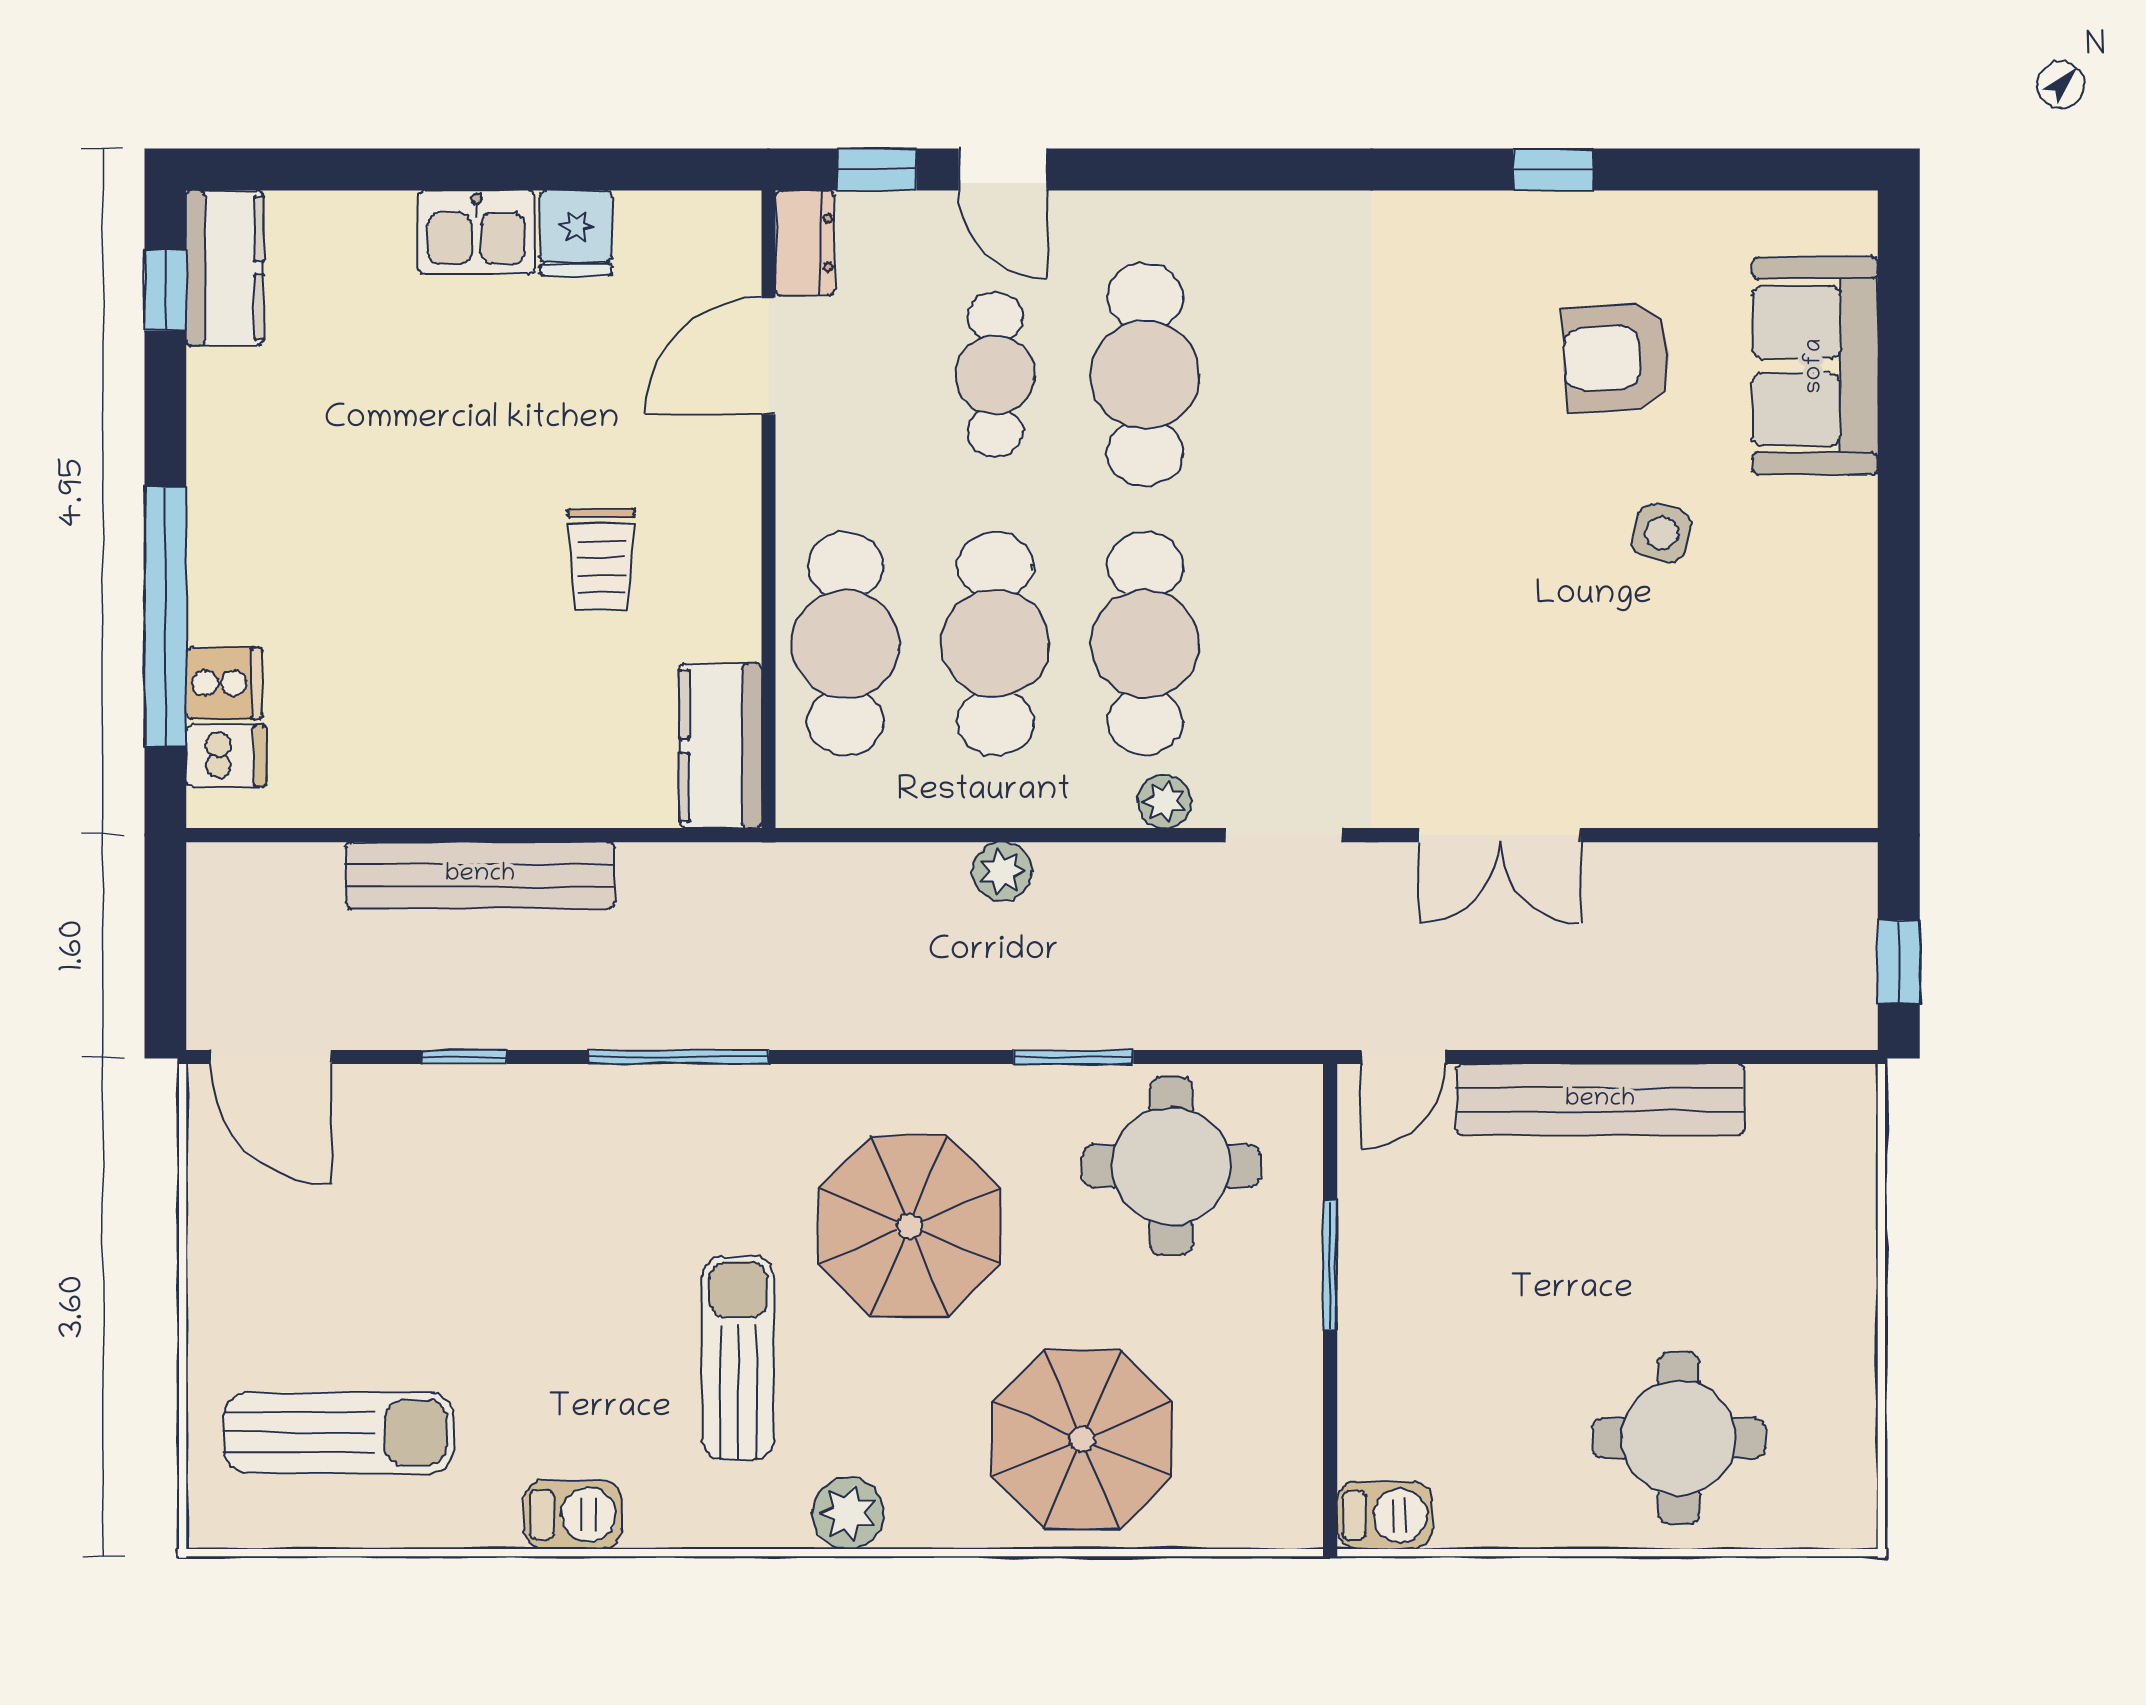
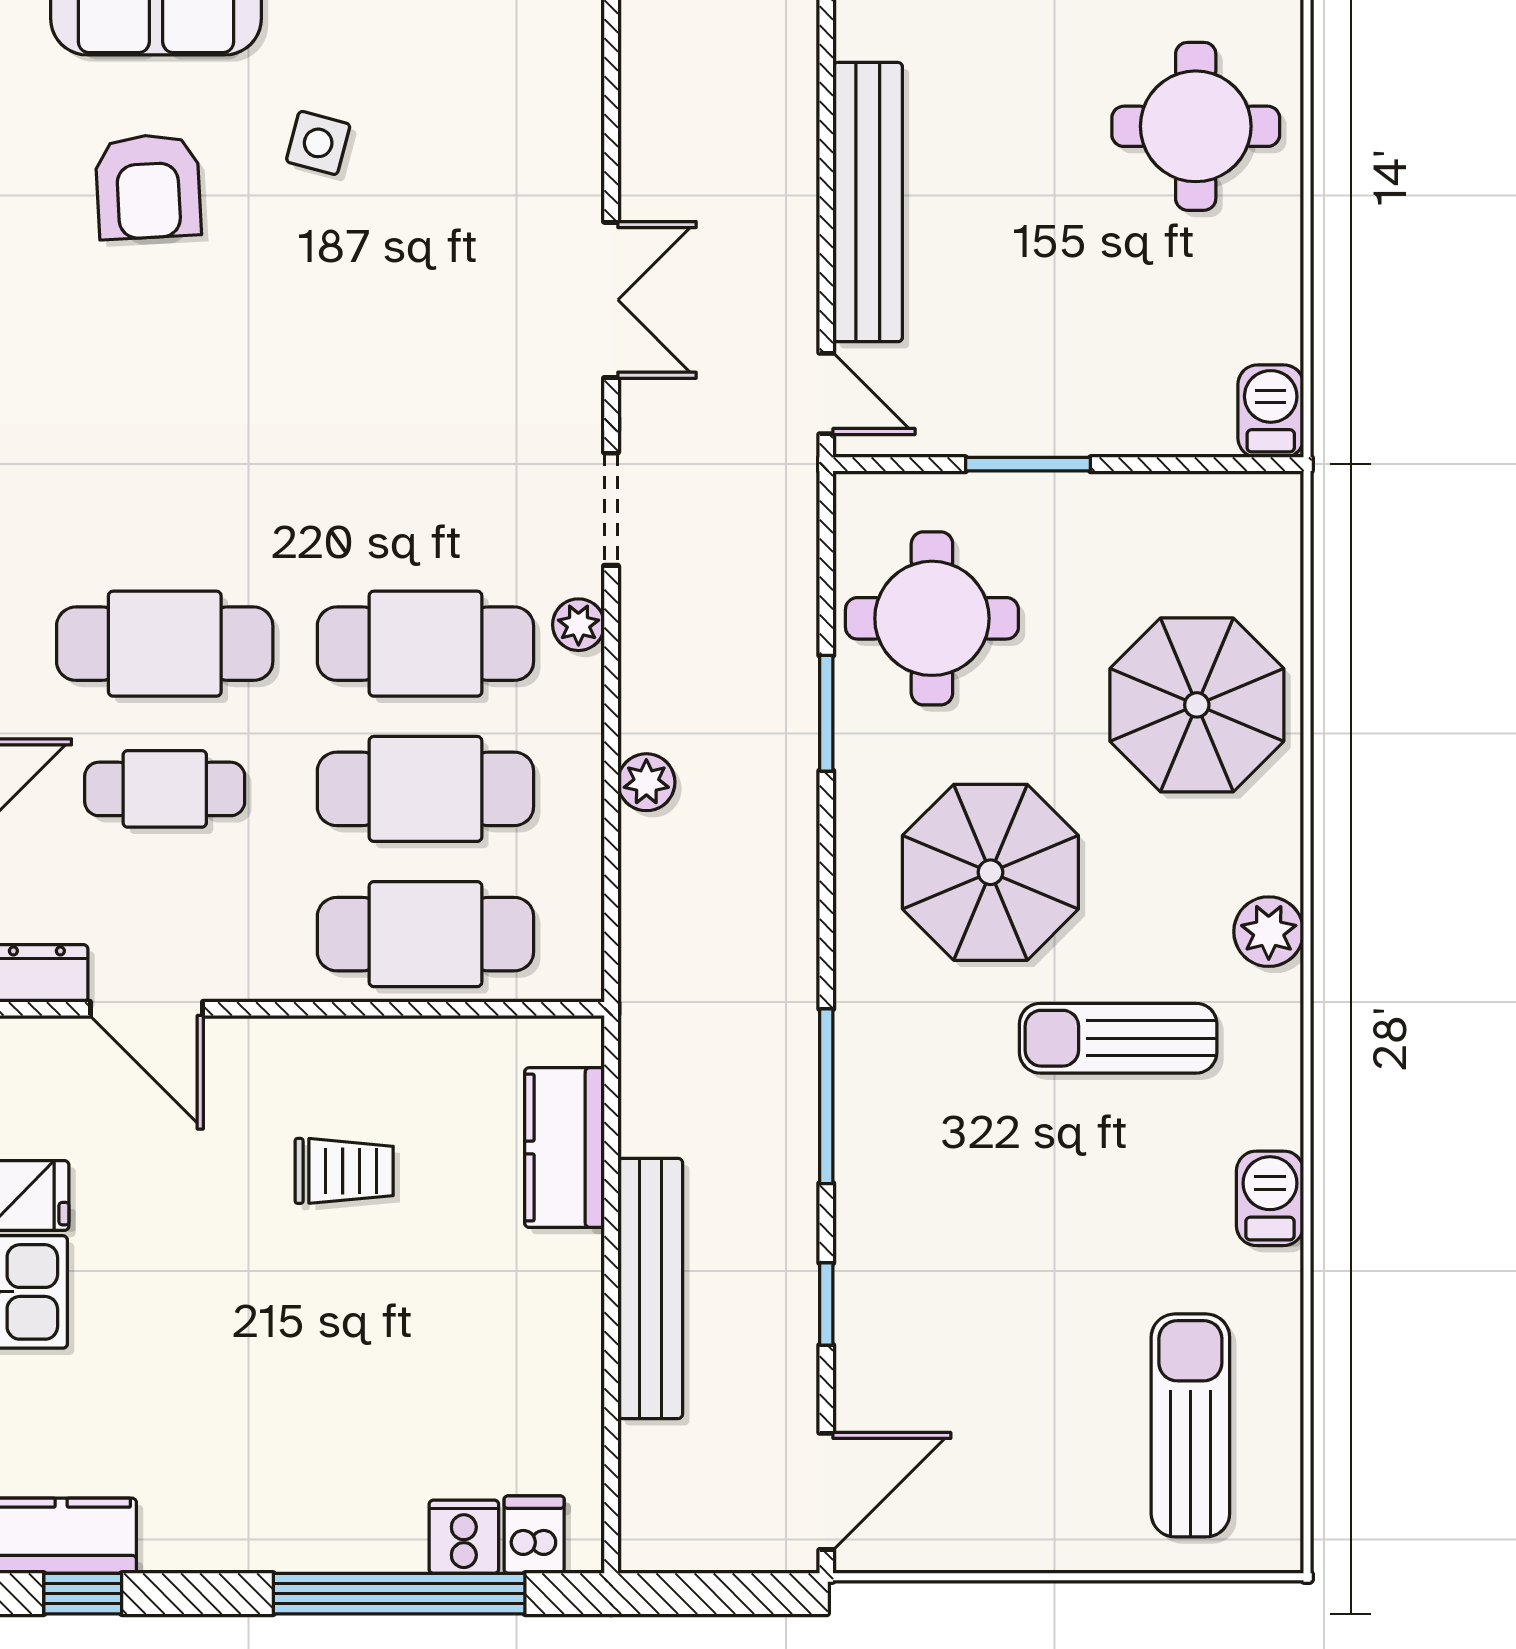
kitchen counter: (720, 746) -> (564, 1148), moved, turned 90

